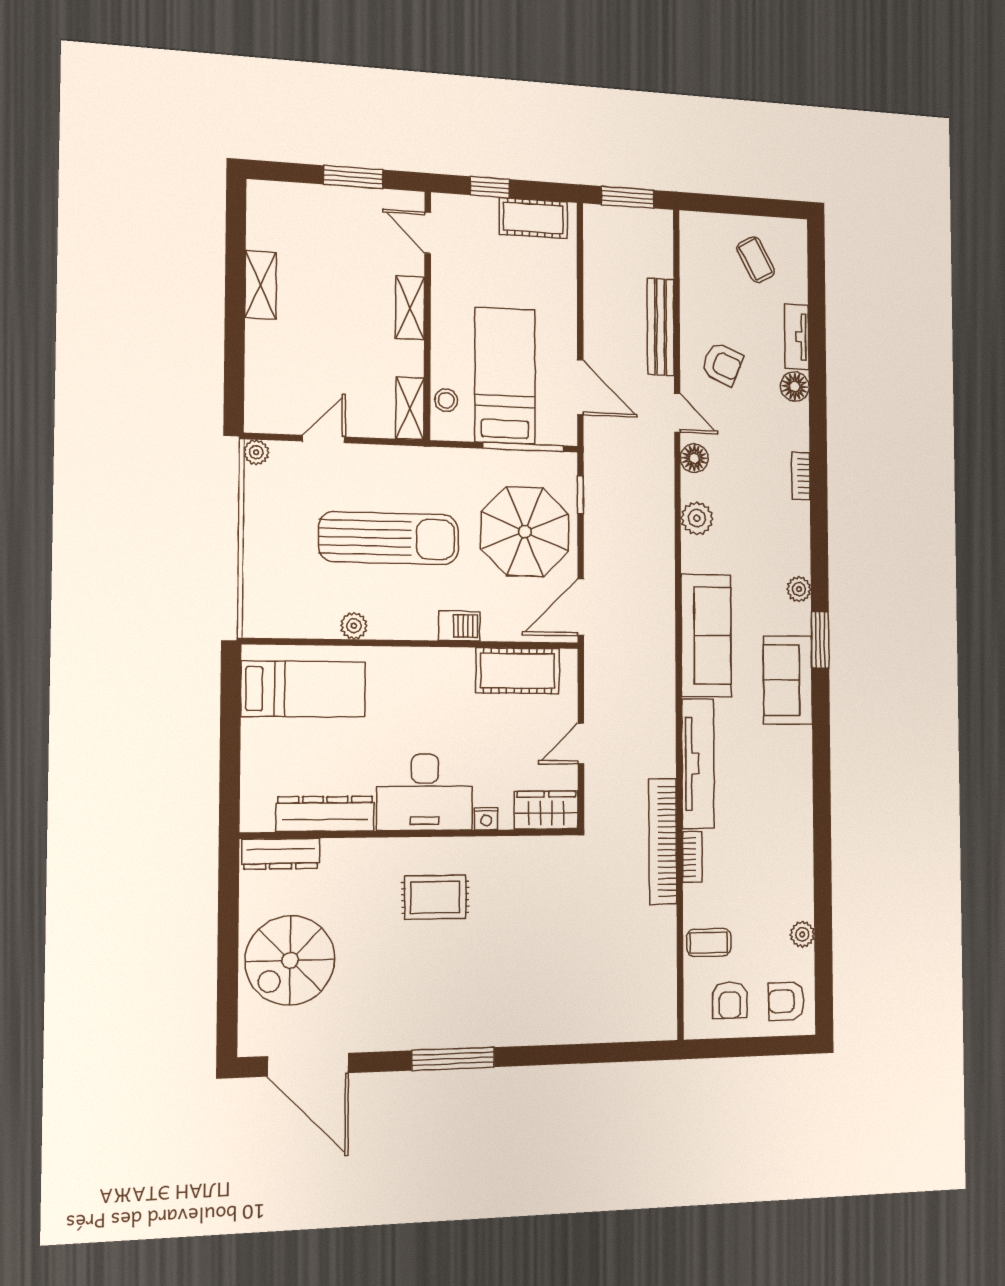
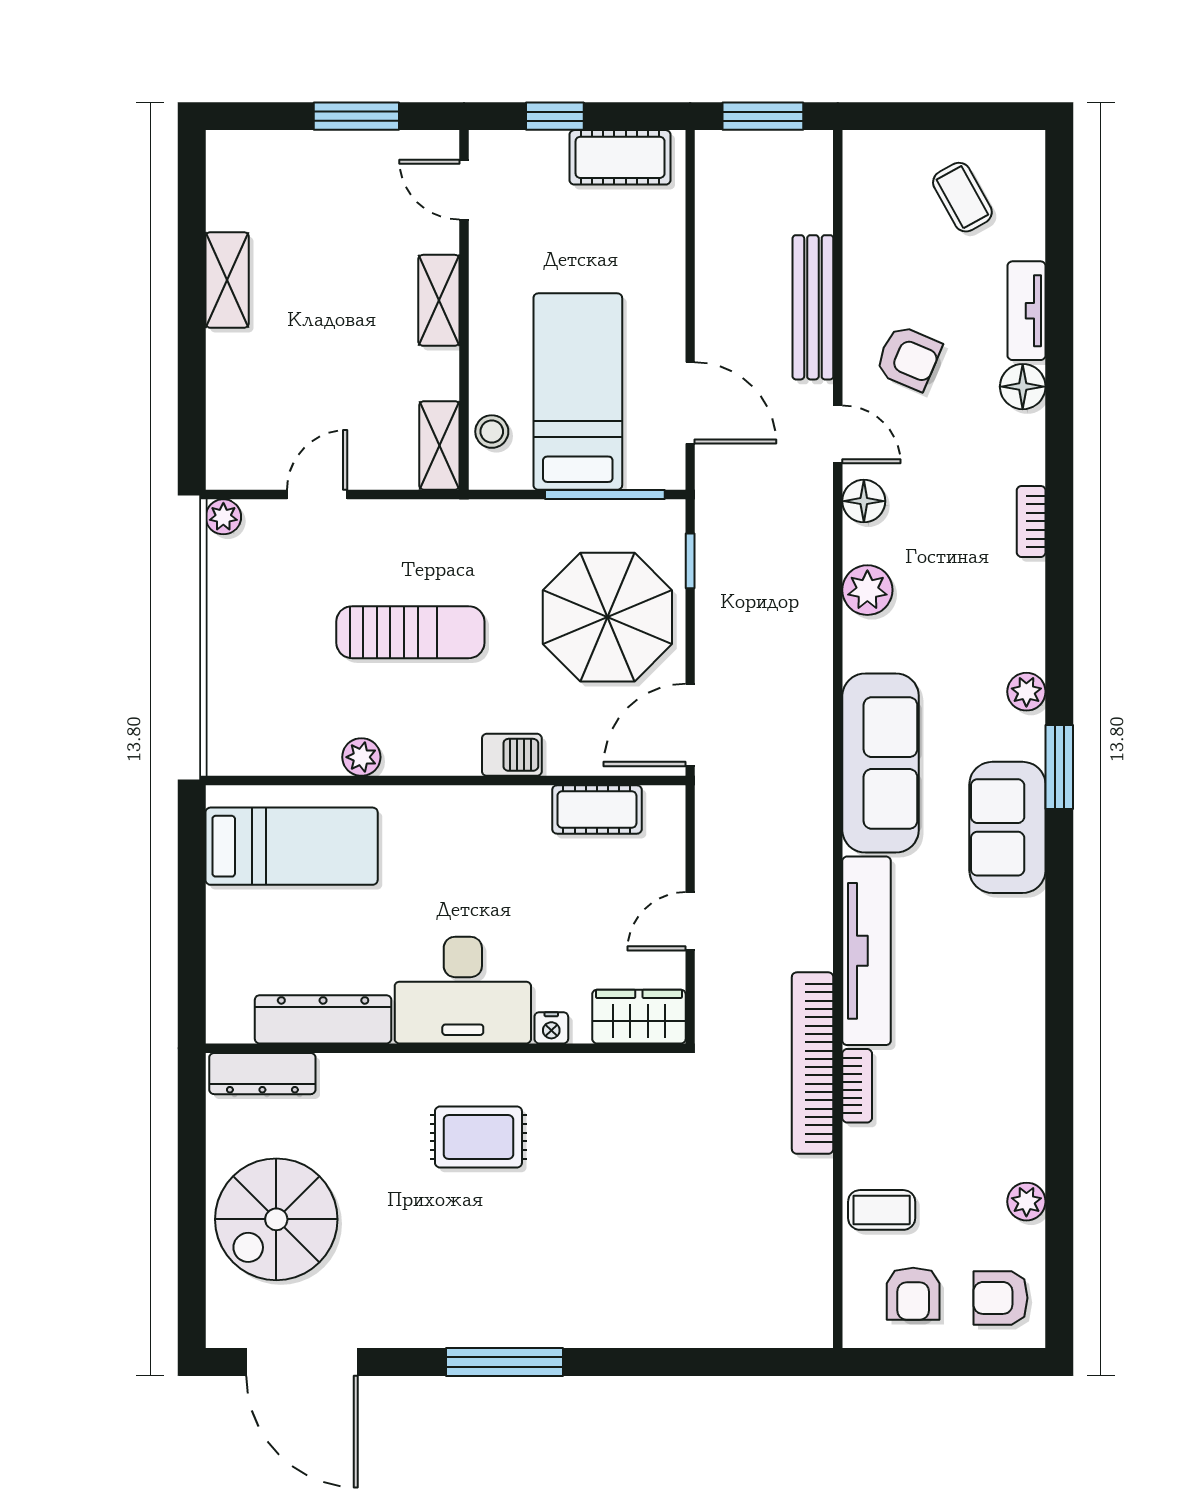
sun lounger: (389, 538) -> (410, 632), width x0.73, depth x0.75
cot: (518, 671) -> (597, 809), width x0.73, depth x0.75

